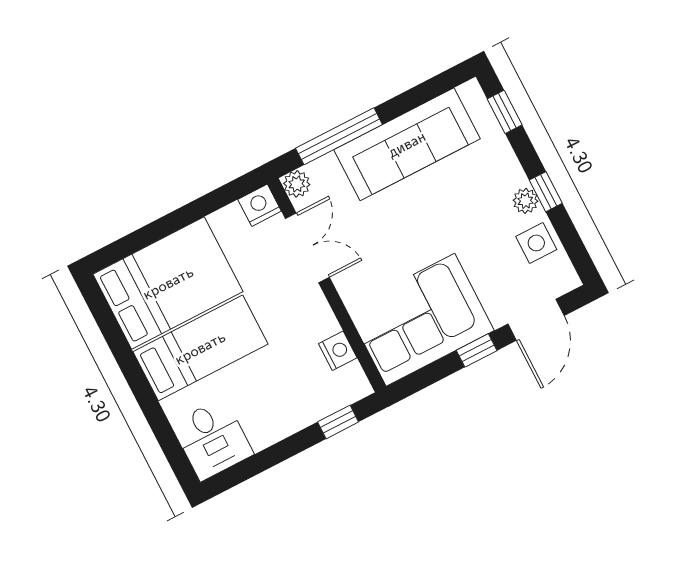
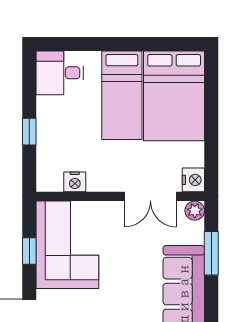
window: (339, 136) -> (211, 253), width x0.69
window: (477, 350) -> (29, 251), moved
window: (338, 422) -> (29, 132), moved

